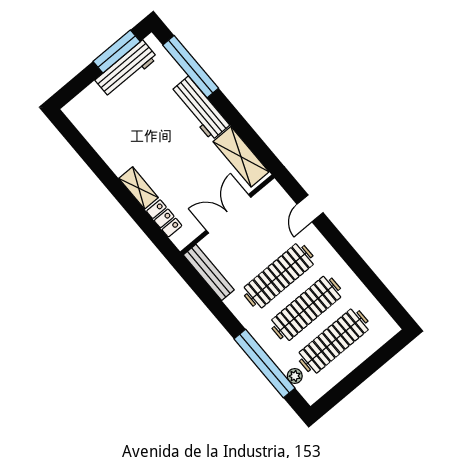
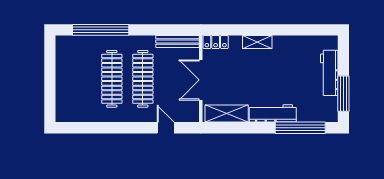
workbench: (126, 69) -> (329, 73), moved
double door: (229, 214) -> (201, 80), swing flipped
locker: (164, 218) -> (216, 42), moved
clothes rail: (334, 341) -> (81, 79), removed
plant: (295, 376) -> (80, 41), removed

